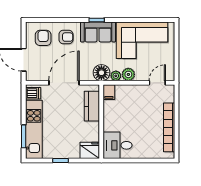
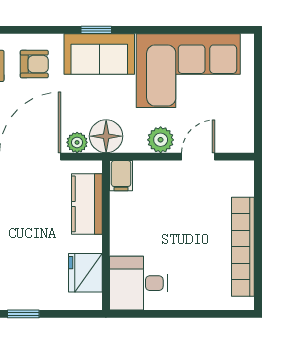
plant: (116, 76) -> (77, 142), moved
door: (157, 83) -> (198, 157), moved
fridge: (90, 150) -> (85, 273), moved, turned -90

